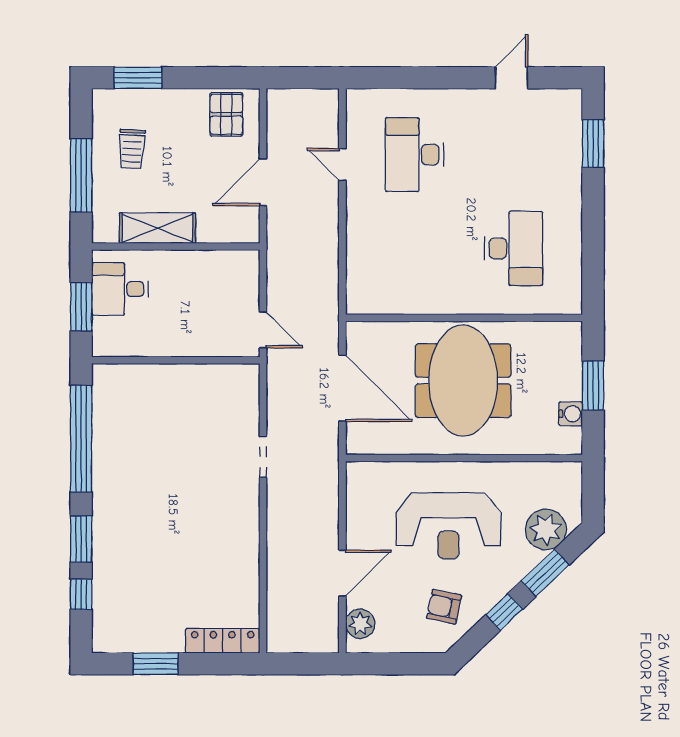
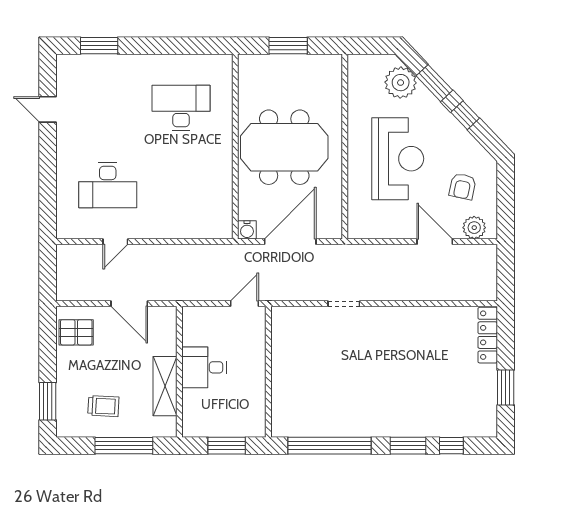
desk: (120, 289) -> (204, 367), moved, turned 90
water cooler: (571, 414) -> (247, 230), moved, turned 180
armchair: (444, 607) -> (463, 186), moved

